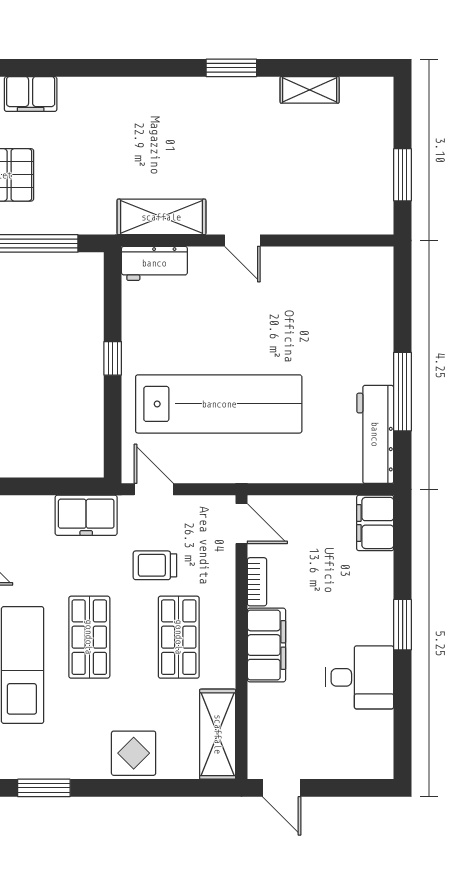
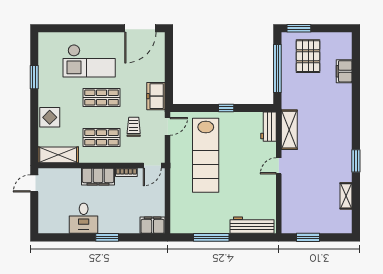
workbench: (375, 434) -> (252, 225), moved

